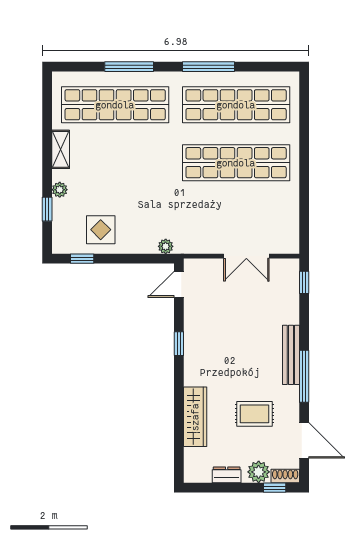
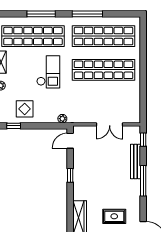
checkout: (141, 166) -> (48, 72), added
bench: (291, 355) -> (135, 162), moved
window: (304, 376) -> (143, 181), moved

